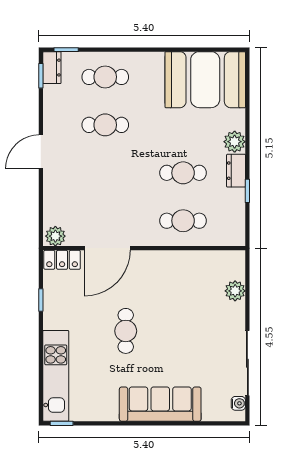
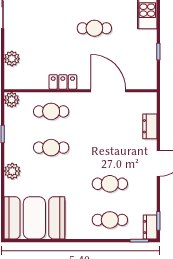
dresser: (236, 171) -> (150, 126), moved, turned 180
plant: (55, 236) -> (12, 100), moved
door: (107, 248) -> (108, 91), hinge flipped
locker: (62, 260) -> (63, 82), moved
cafe table: (126, 331) -> (94, 28), turned 90

